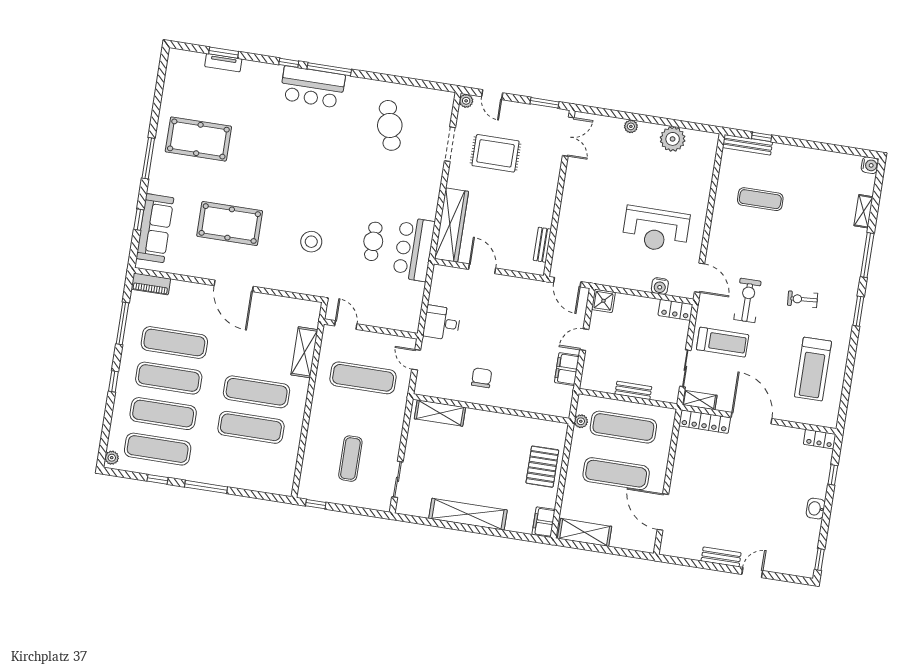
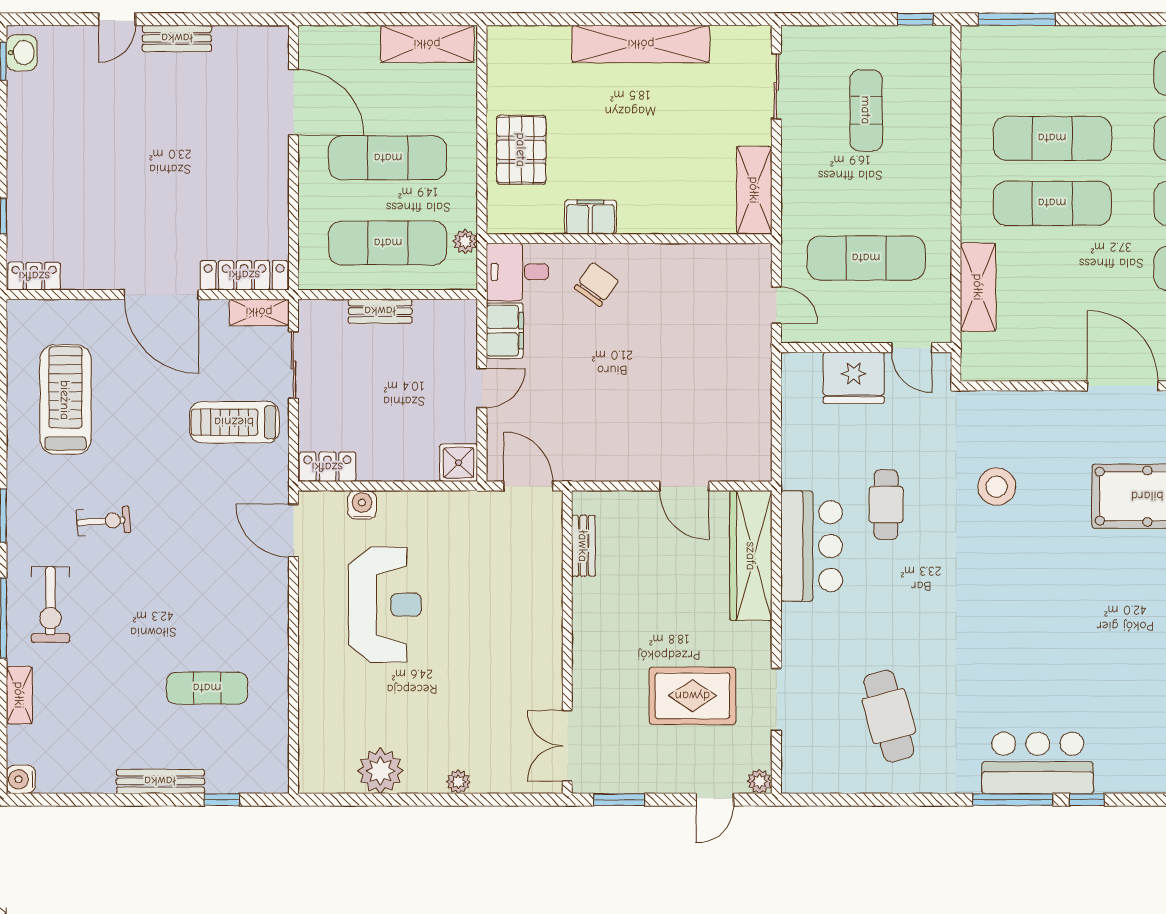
door: (492, 95) -> (715, 800), swing flipped
bench: (747, 145) -> (160, 781), moved
reception desk: (656, 229) -> (385, 605), turned 90
bar counter: (414, 249) -> (812, 546), moved
exercise bike: (747, 300) -> (50, 605), moved
fridge: (380, 313) -> (854, 378), added
desk: (442, 323) -> (517, 272), moved, turned 180
chair: (482, 378) -> (596, 284), moved, turned -144
shelving: (440, 413) -> (754, 190), moved, turned 90
window: (206, 487) -> (1017, 19), moved
washbasin: (816, 509) -> (22, 53), moved
filing cabinet: (544, 522) -> (590, 217), moved, turned -90

